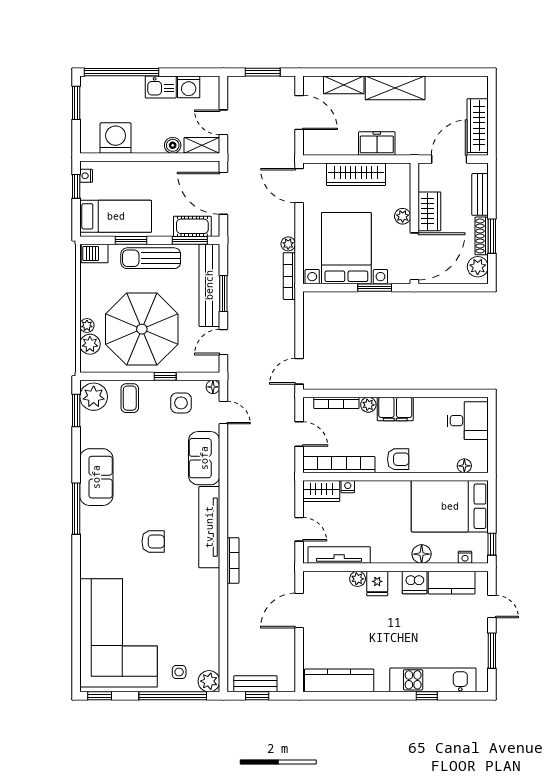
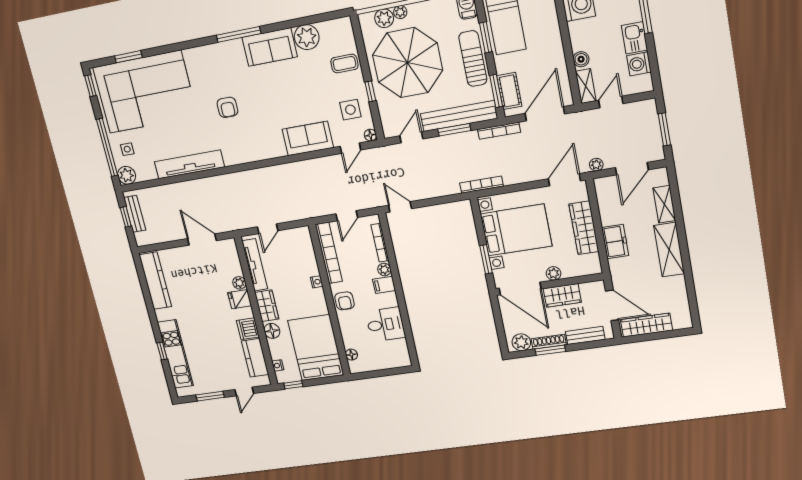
plant: (288, 244) -> (596, 165), moved
door: (223, 342) -> (411, 137), hinge flipped
plant: (94, 397) -> (307, 37), moved
filing cabinet: (395, 409) -> (384, 285), width x0.50
window: (76, 410) -> (128, 57), moved
desk: (468, 421) -> (385, 324), moved, turned -90
nightstand: (348, 487) -> (317, 282), moved
wardrobe: (321, 491) -> (267, 306), moved, turned 180
tv unit: (209, 527) -> (189, 164), moved
bookcase: (233, 561) -> (499, 131), moved

